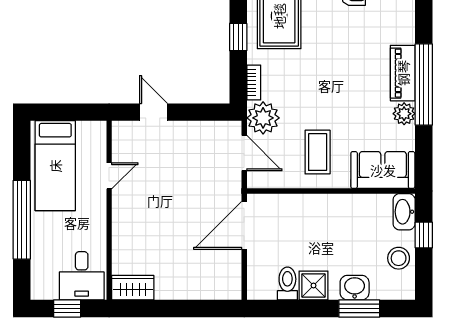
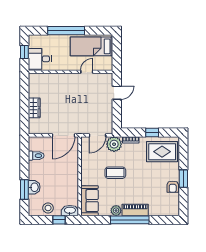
coffee table: (318, 152) -> (115, 173), moved
door: (109, 176) -> (87, 72), swing flipped
door: (244, 225) -> (64, 135), swing flipped
shower: (314, 285) -> (35, 168), removed
wardrobe: (133, 288) -> (34, 108), moved

